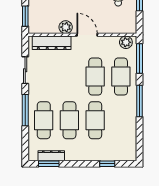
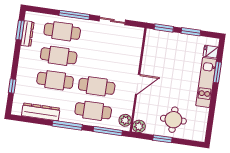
plant: (66, 27) -> (139, 126), moved
dresser: (52, 43) -> (41, 112), moved, turned 90

